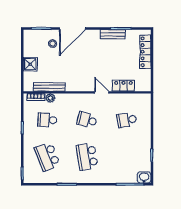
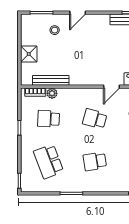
door: (72, 29) -> (78, 13), width x0.53
door: (102, 92) -> (112, 87), swing flipped
school desk: (87, 157) -> (95, 161), width x0.54

